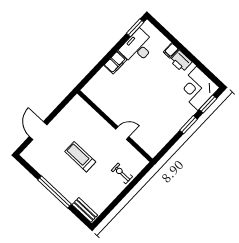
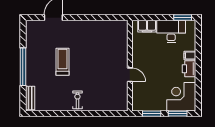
wall: (115, 126) -> (130, 66), moved
door: (122, 133) -> (130, 75), moved

